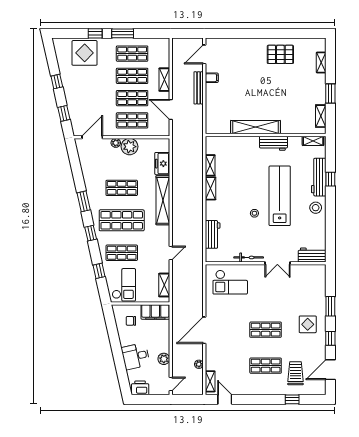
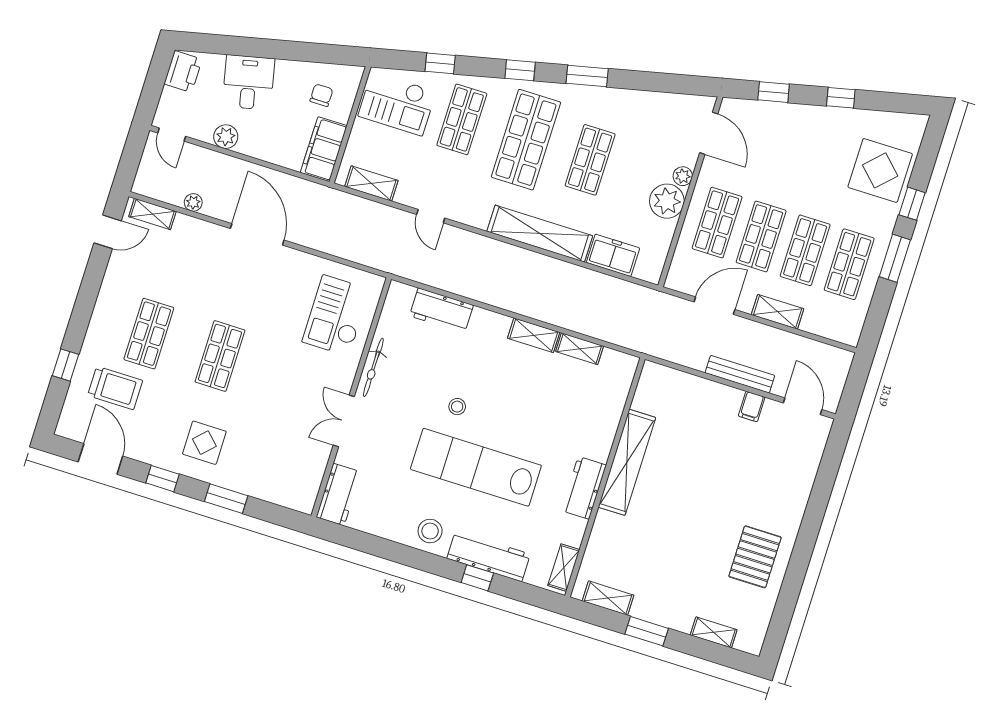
lab bench: (280, 196) -> (476, 467), turned 180

